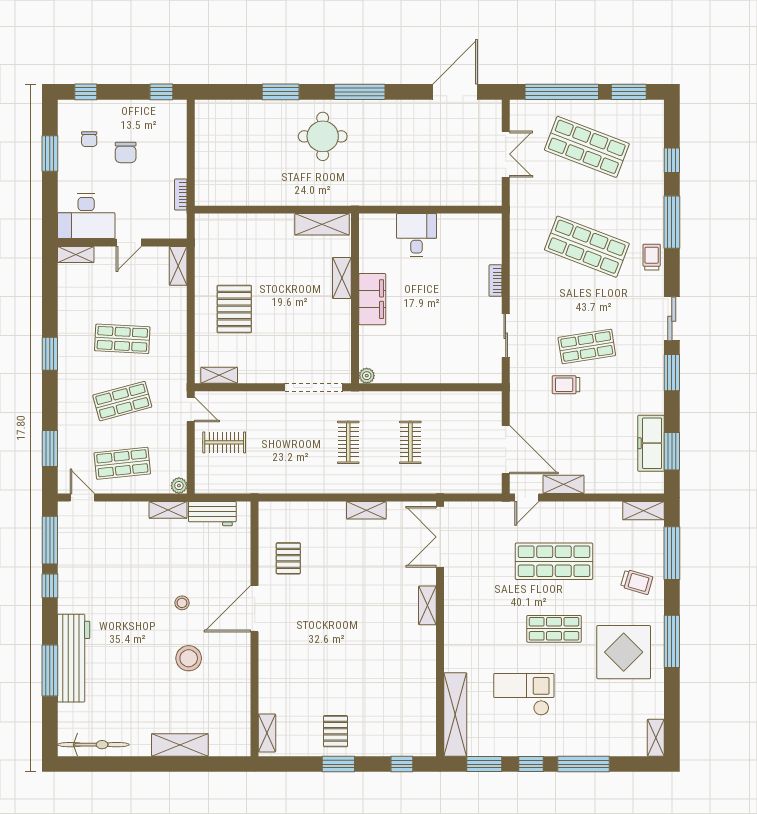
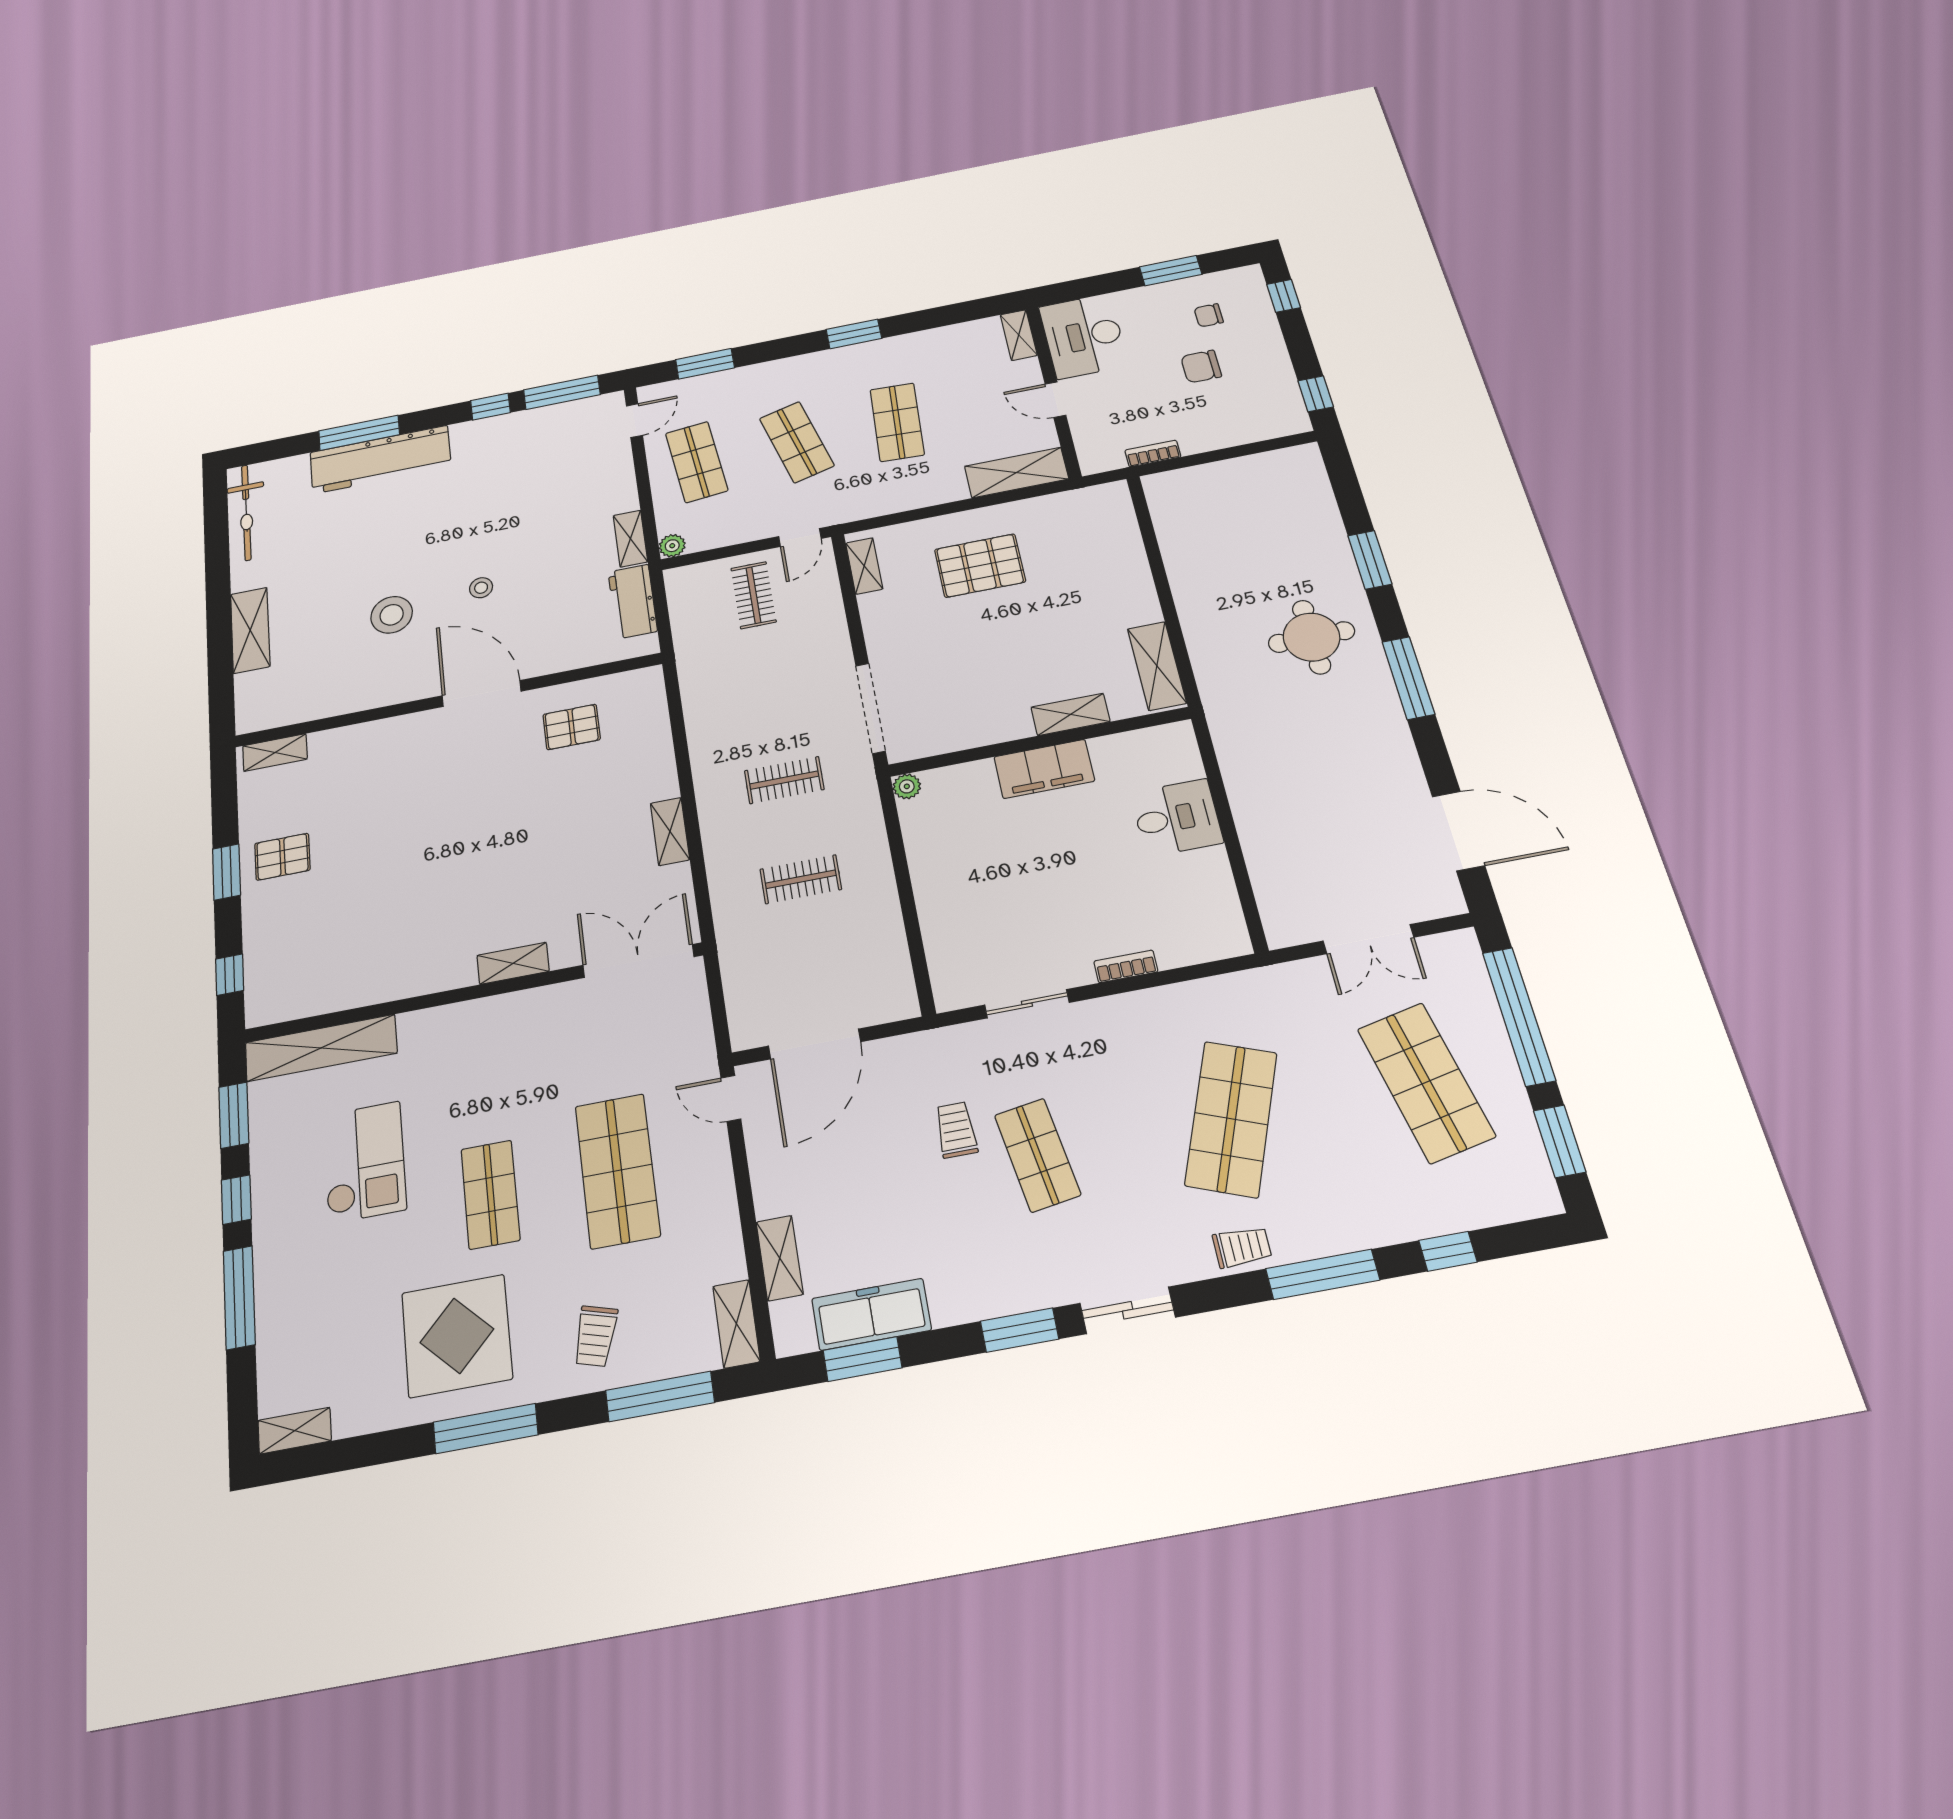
shop shelf: (587, 147) -> (1426, 1082), turned -33
shelving: (178, 266) -> (1016, 473), width x1.50, depth x1.33
shelving: (564, 484) -> (780, 1258), moved

